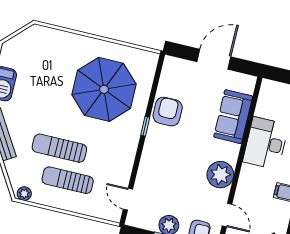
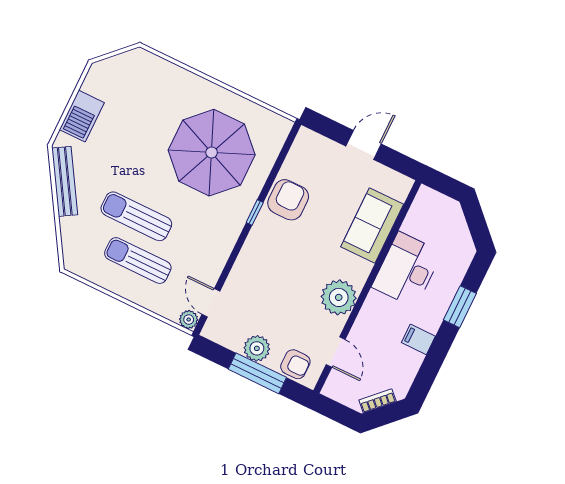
door: (214, 59) -> (364, 145), width x0.73
plant: (24, 194) -> (189, 320), moved

